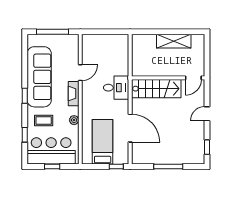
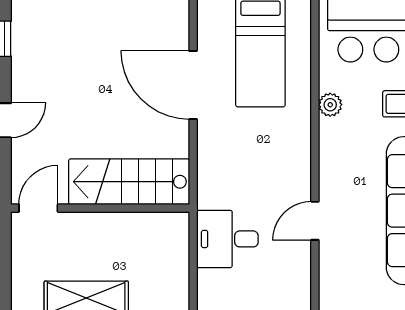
desk: (116, 88) -> (227, 239), moved
fireplace: (74, 94) -> (331, 170), removed

